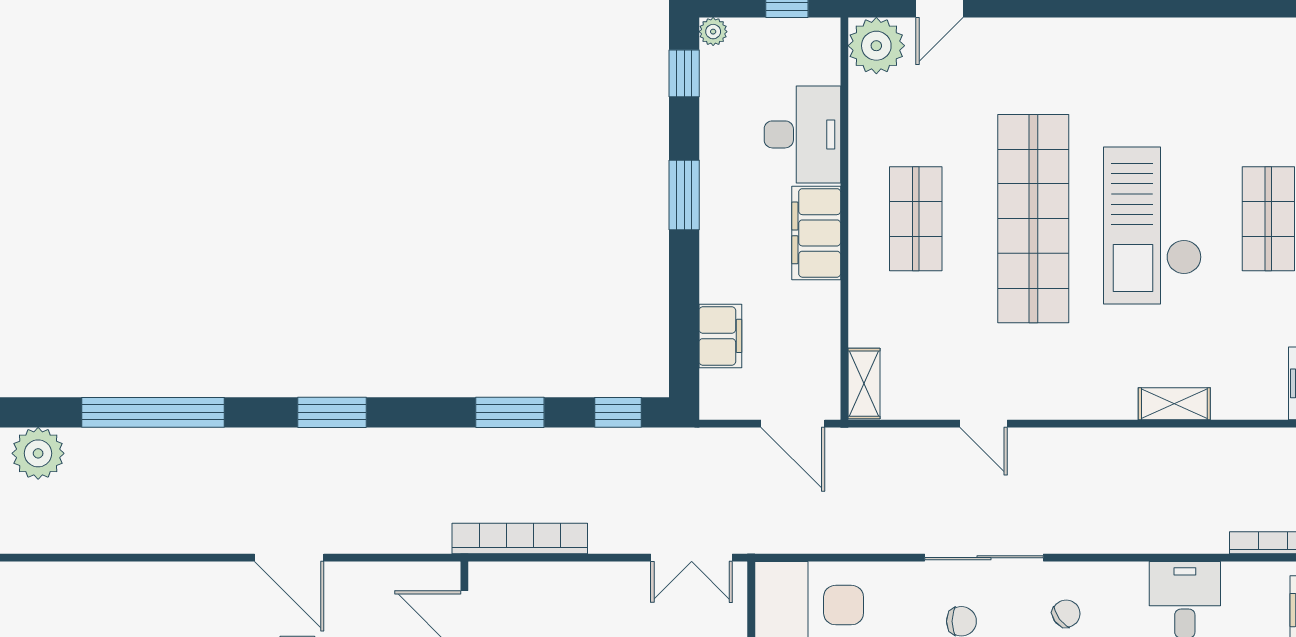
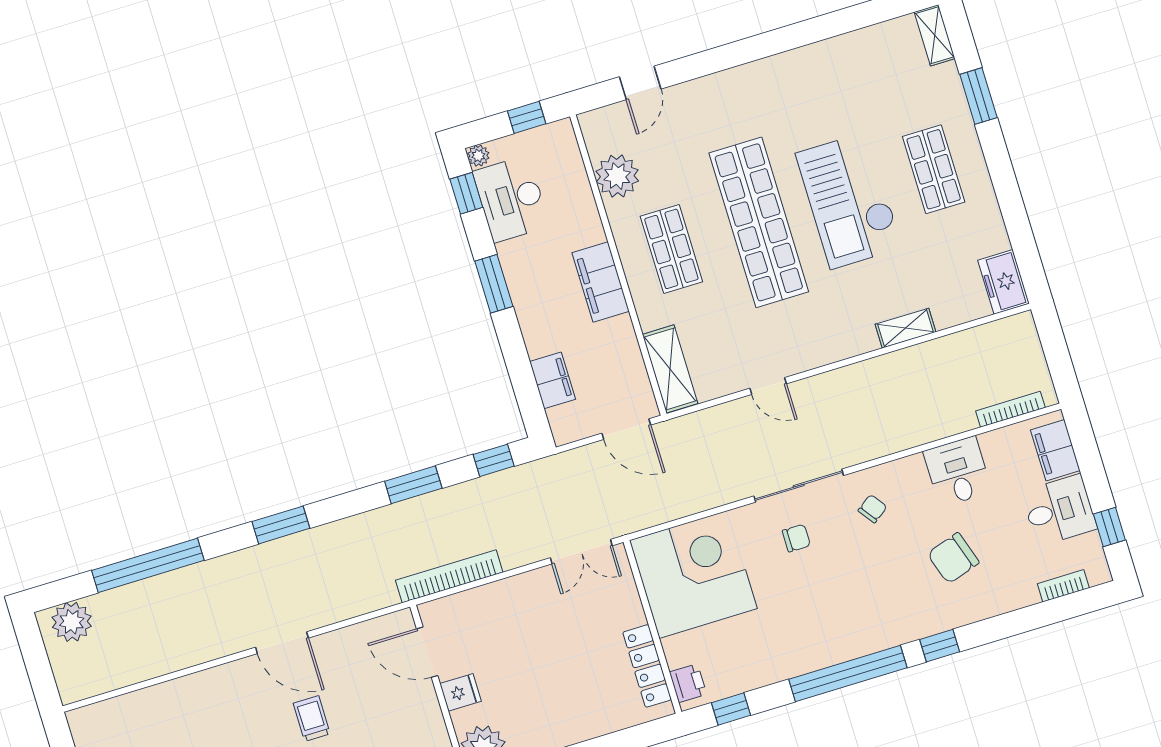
plant: (876, 46) -> (617, 176), moved
desk: (802, 134) -> (511, 199), moved, turned 180
shelving: (864, 384) -> (670, 369), width x1.50, depth x1.33

